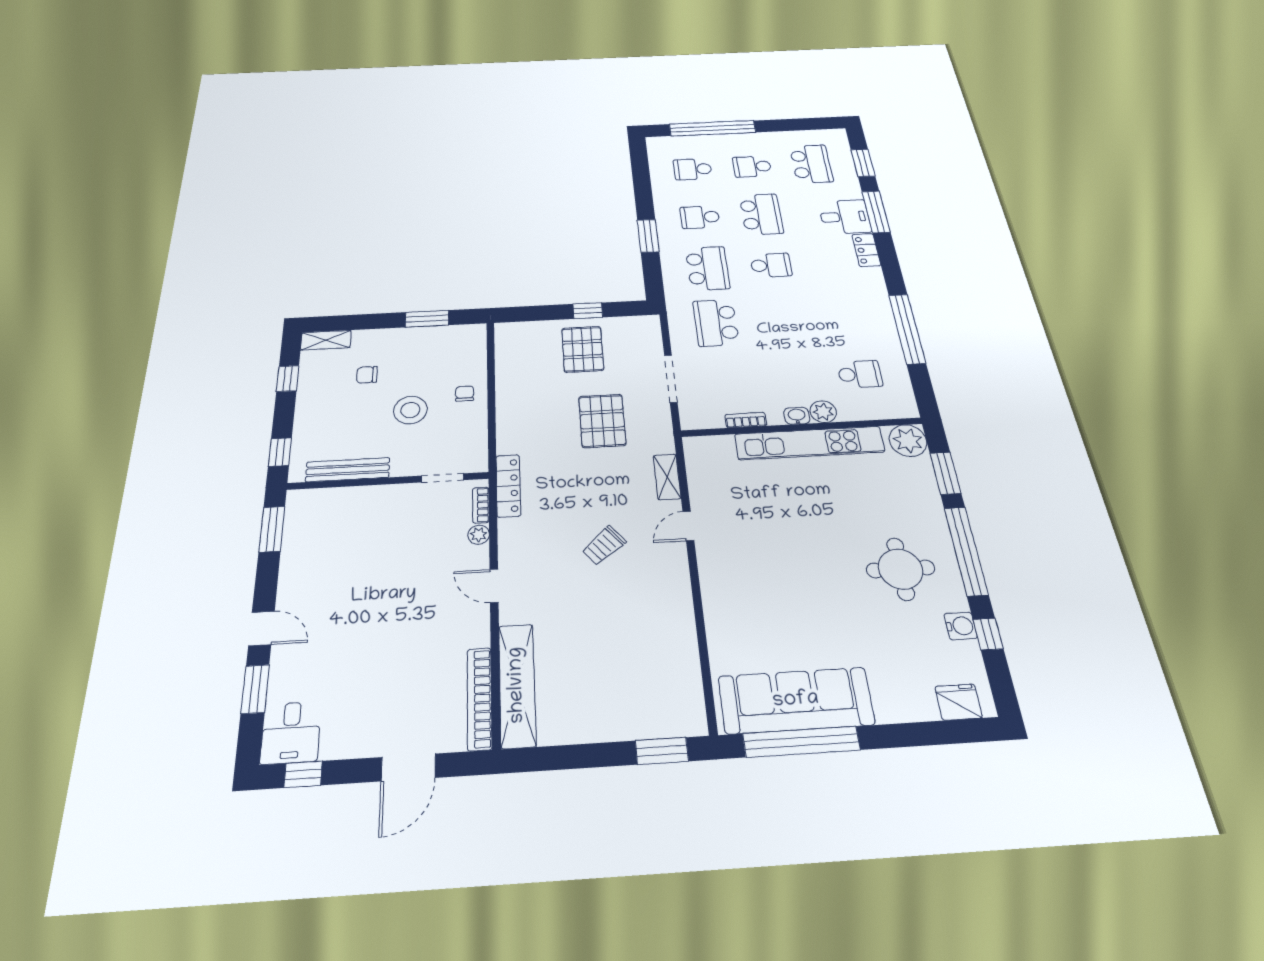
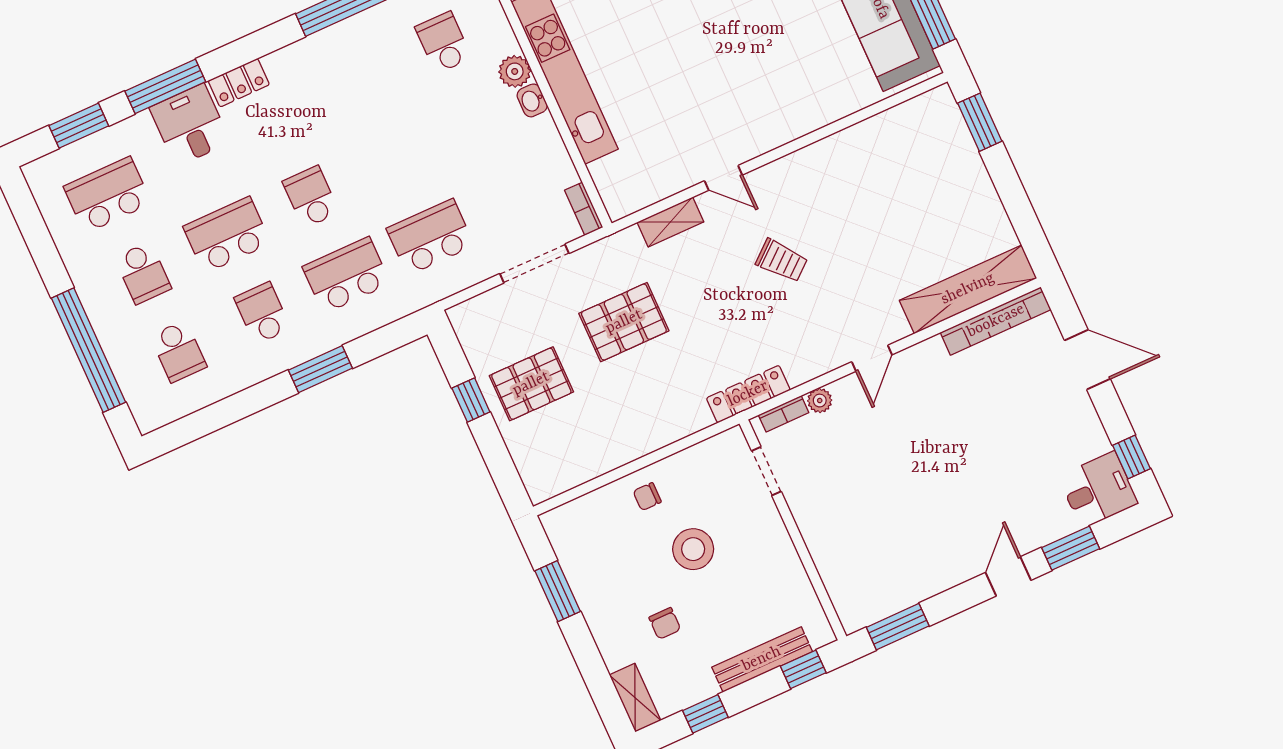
school desk: (700, 217) -> (262, 313), turned 180
school desk: (716, 323) -> (430, 237), turned 180
bookcase: (746, 420) -> (584, 209), moved
bench: (348, 470) -> (762, 659), moved, turned 90

